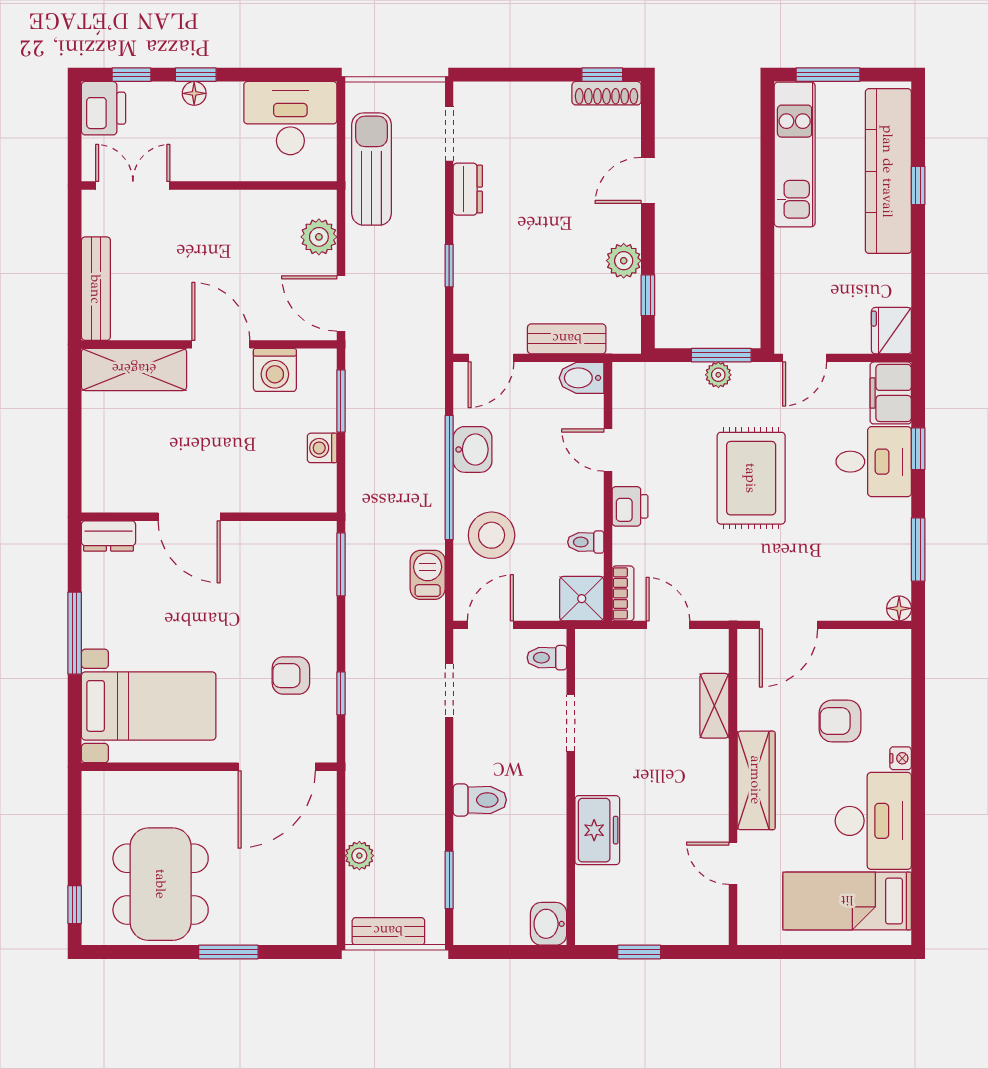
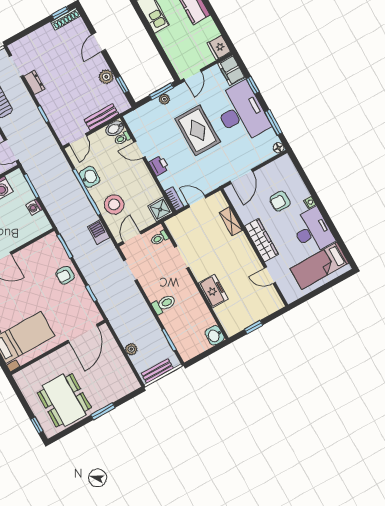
desk: (874, 462) -> (241, 113), width x1.87, depth x1.30
toilet: (586, 542) -> (122, 138), moved
armchair: (291, 676) -> (65, 275), moved

